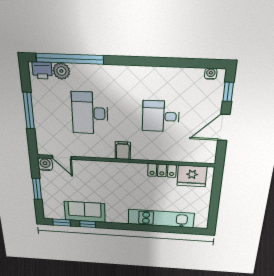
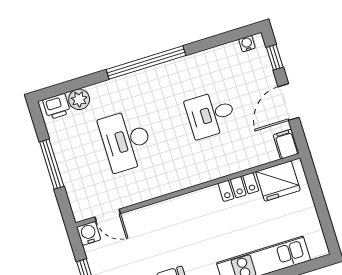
window: (70, 59) -> (146, 62), moved
filing cabinet: (123, 151) -> (286, 144), moved

